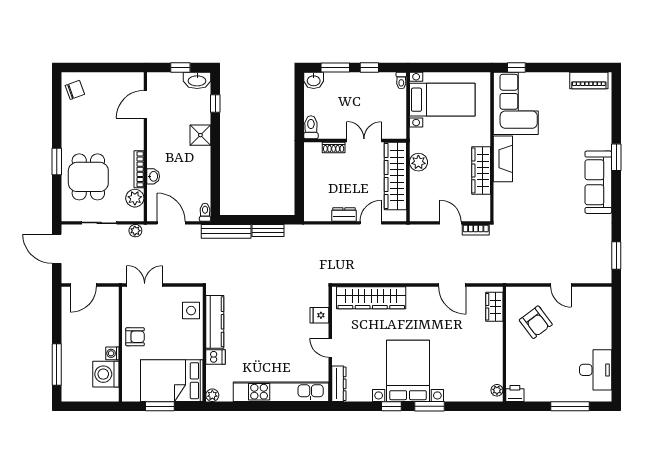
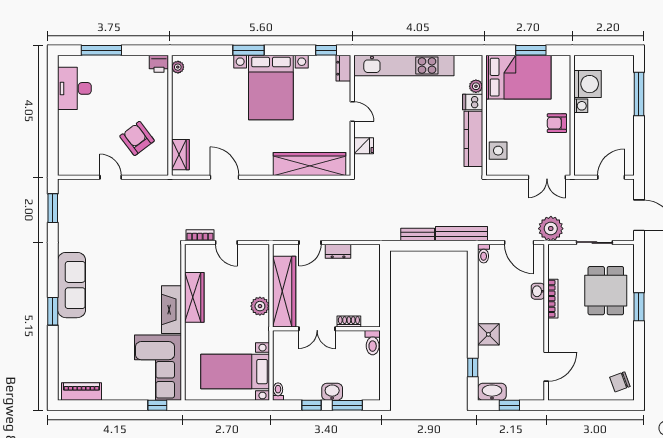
washbasin: (314, 80) -> (332, 392), moved
plant: (135, 198) -> (557, 268), removed
plant: (135, 231) -> (551, 229), width x1.88, depth x1.88
dresser: (339, 384) -> (343, 68), width x0.70
plant: (212, 395) -> (476, 86), moved
window: (391, 406) -> (326, 50), moved

